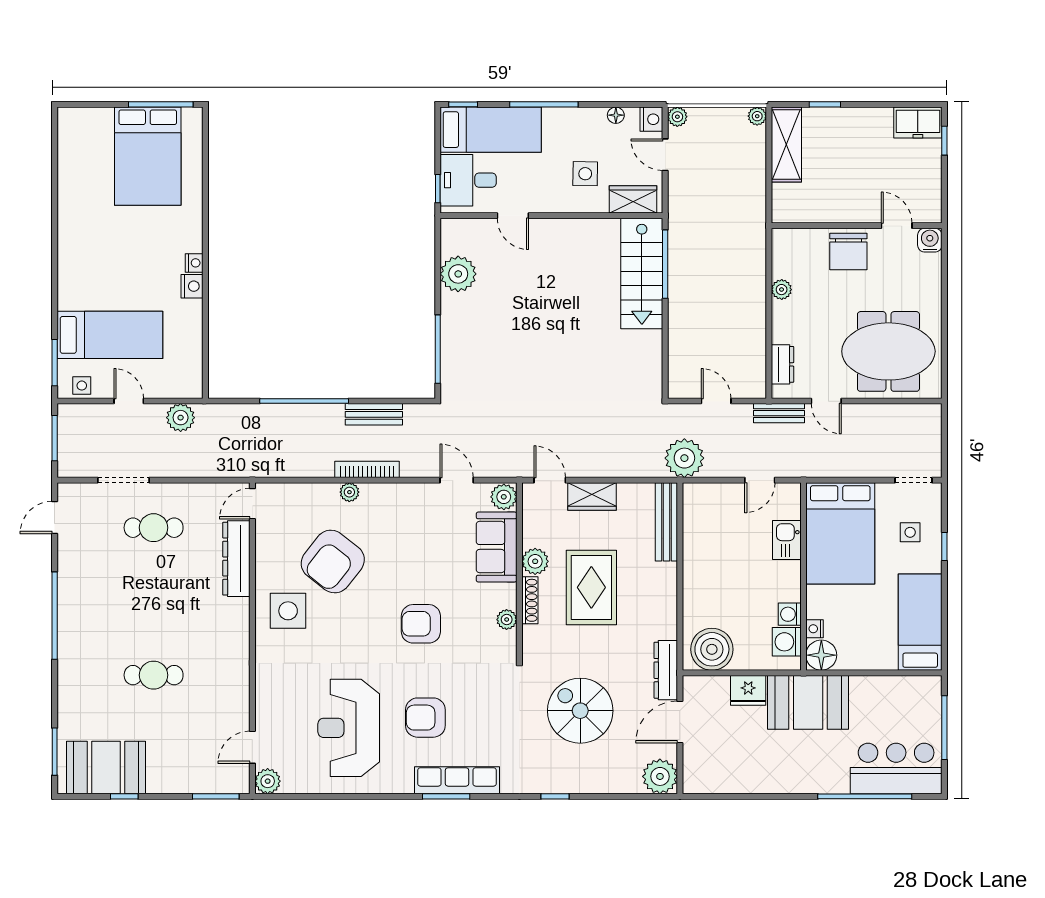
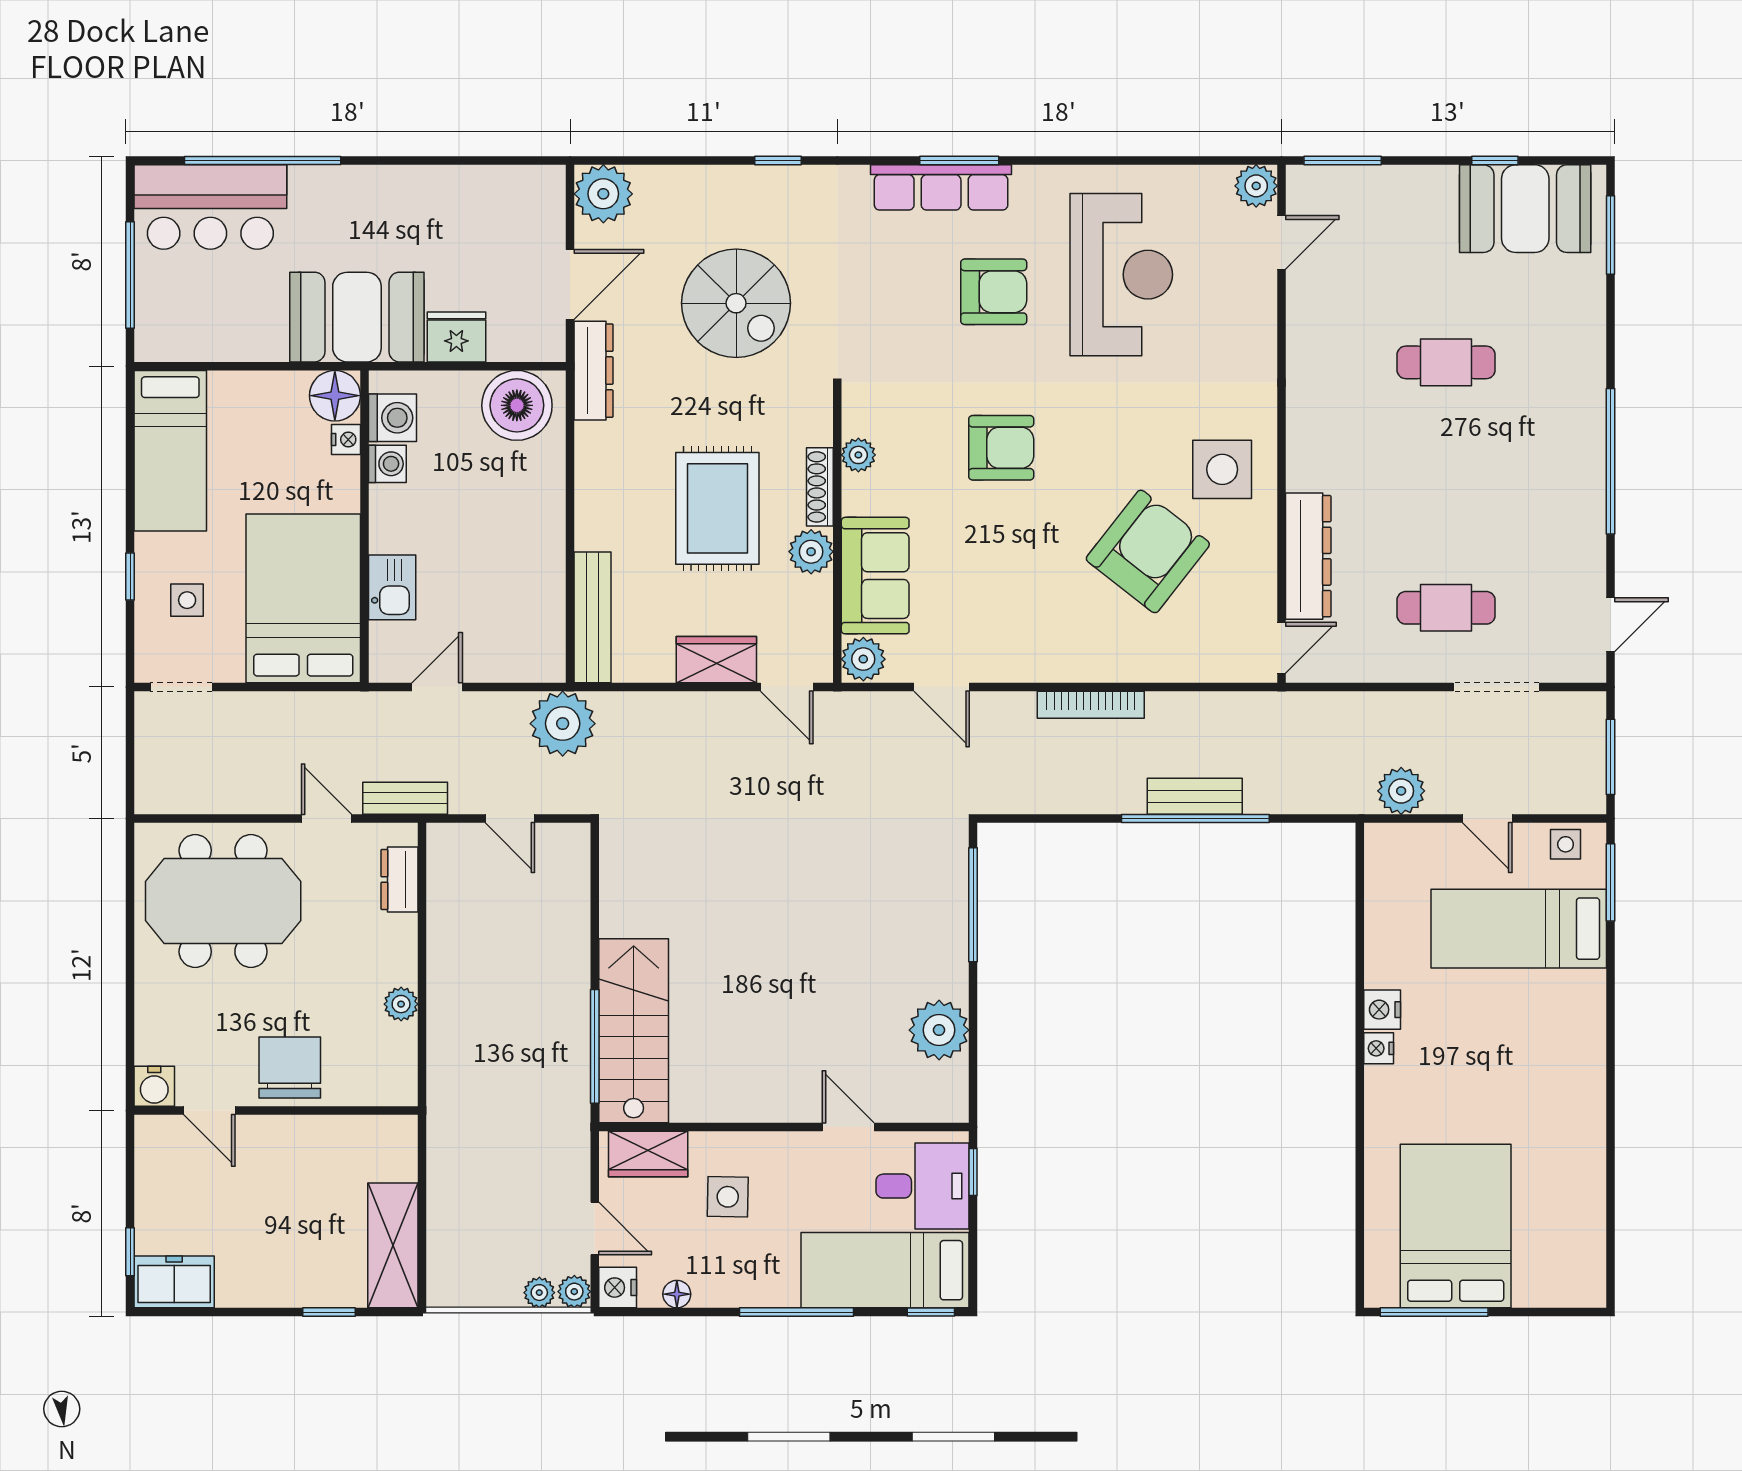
plant: (757, 116) -> (539, 1293), moved
bench: (374, 414) -> (1195, 796), moved
plant: (349, 492) -> (1120, 667), removed

